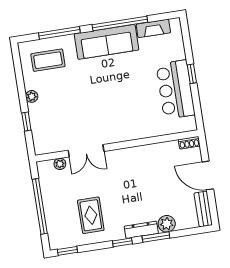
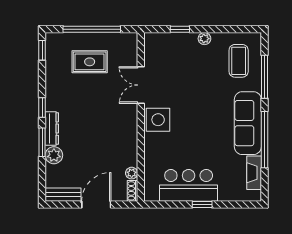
side table: (117, 129) -> (158, 120), added
plant: (60, 164) -> (132, 173), moved
rug: (91, 215) -> (90, 62), moved

